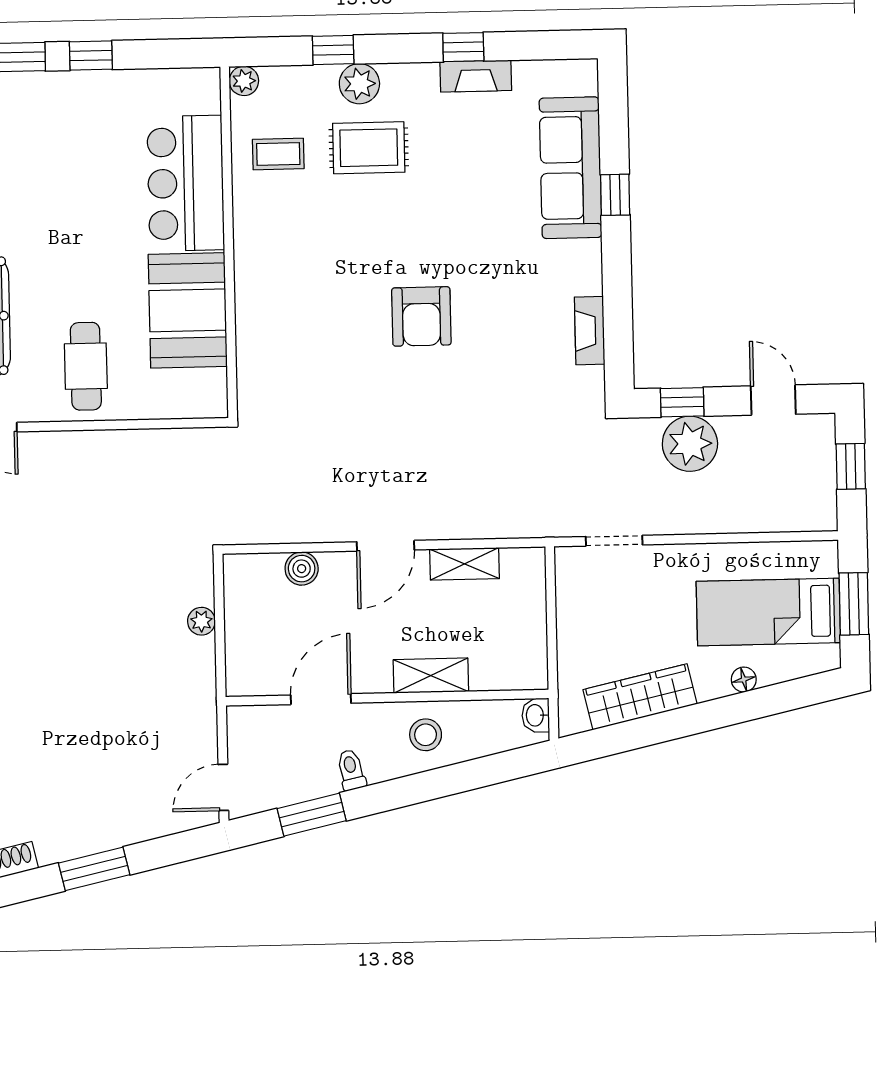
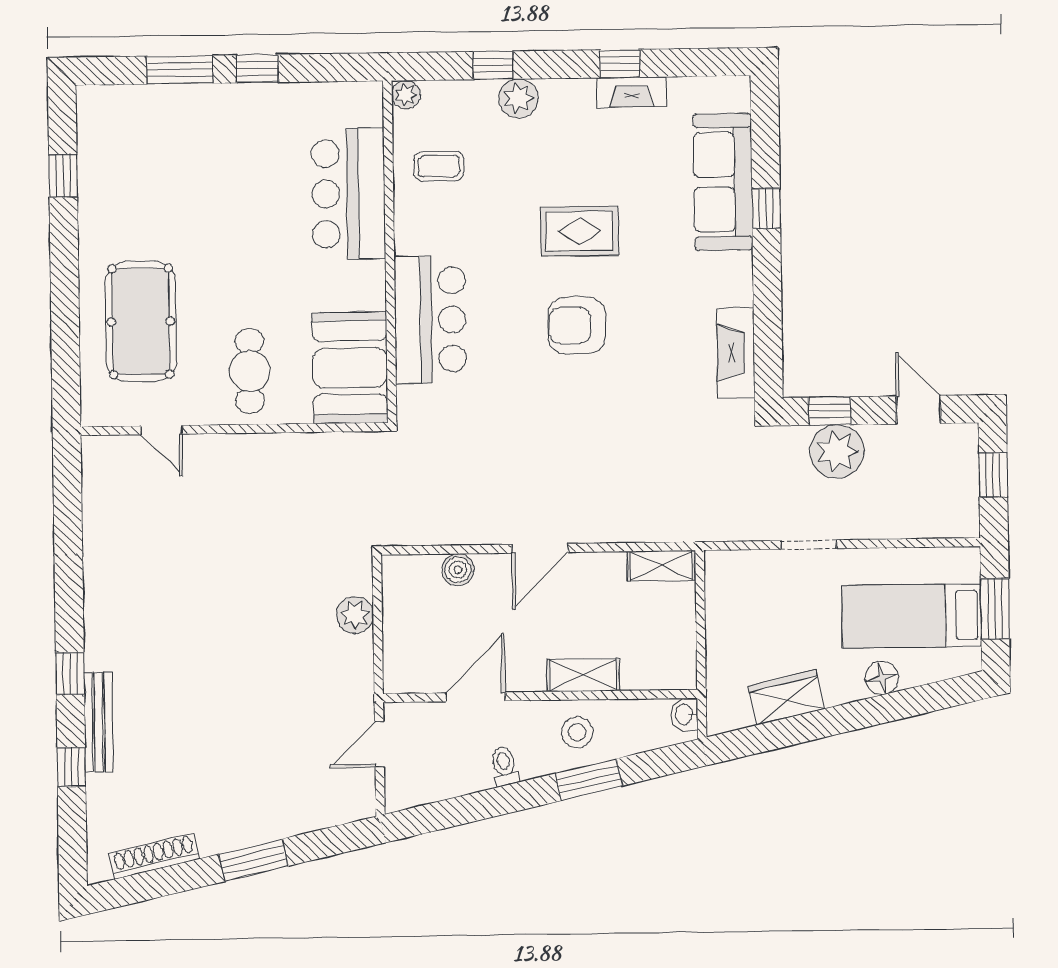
rug: (369, 148) -> (580, 231), moved
booth: (188, 310) -> (350, 368), moved
bar counter: (271, 312) -> (430, 320), added
armchair: (421, 316) -> (577, 325), turned 90
fireplace: (590, 331) -> (736, 353), width x1.37, depth x1.32
doorway: (614, 541) -> (809, 545), moved
shelving: (465, 564) -> (661, 566), moved
plant: (201, 621) -> (355, 615), width x1.38, depth x1.38
floor lamp: (744, 680) -> (882, 678), width x1.37, depth x1.37
wardrobe: (640, 697) -> (786, 697), width x0.67
door: (223, 787) -> (379, 744), moved
window: (312, 815) -> (589, 780), moved

